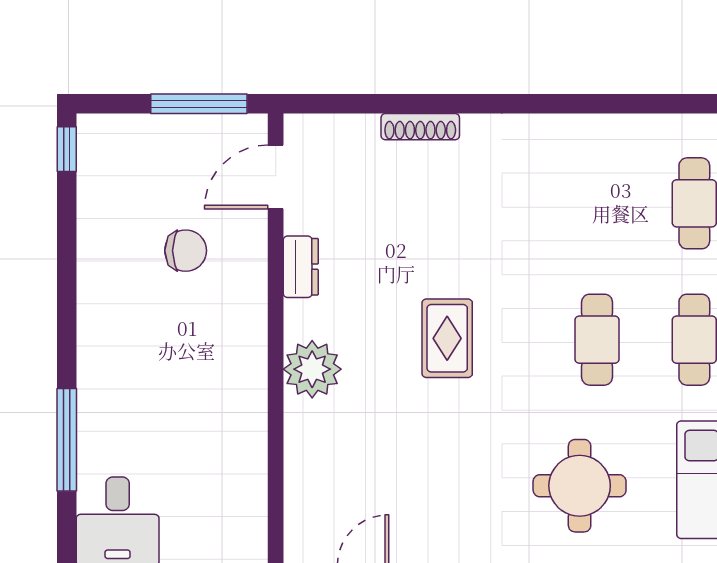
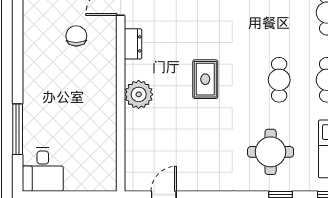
chair: (186, 251) -> (76, 36), turned -91

